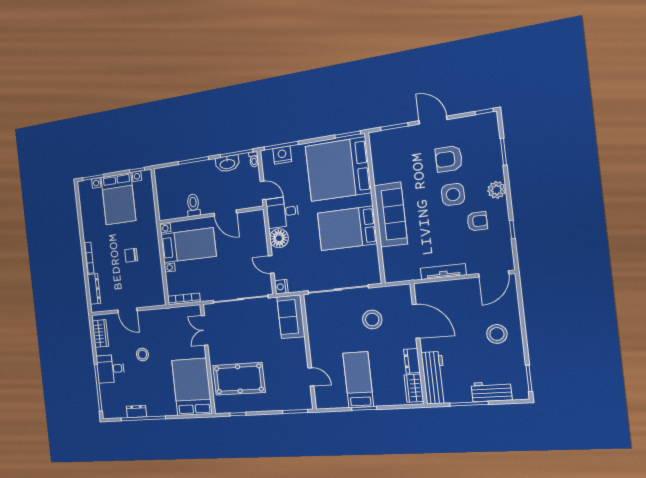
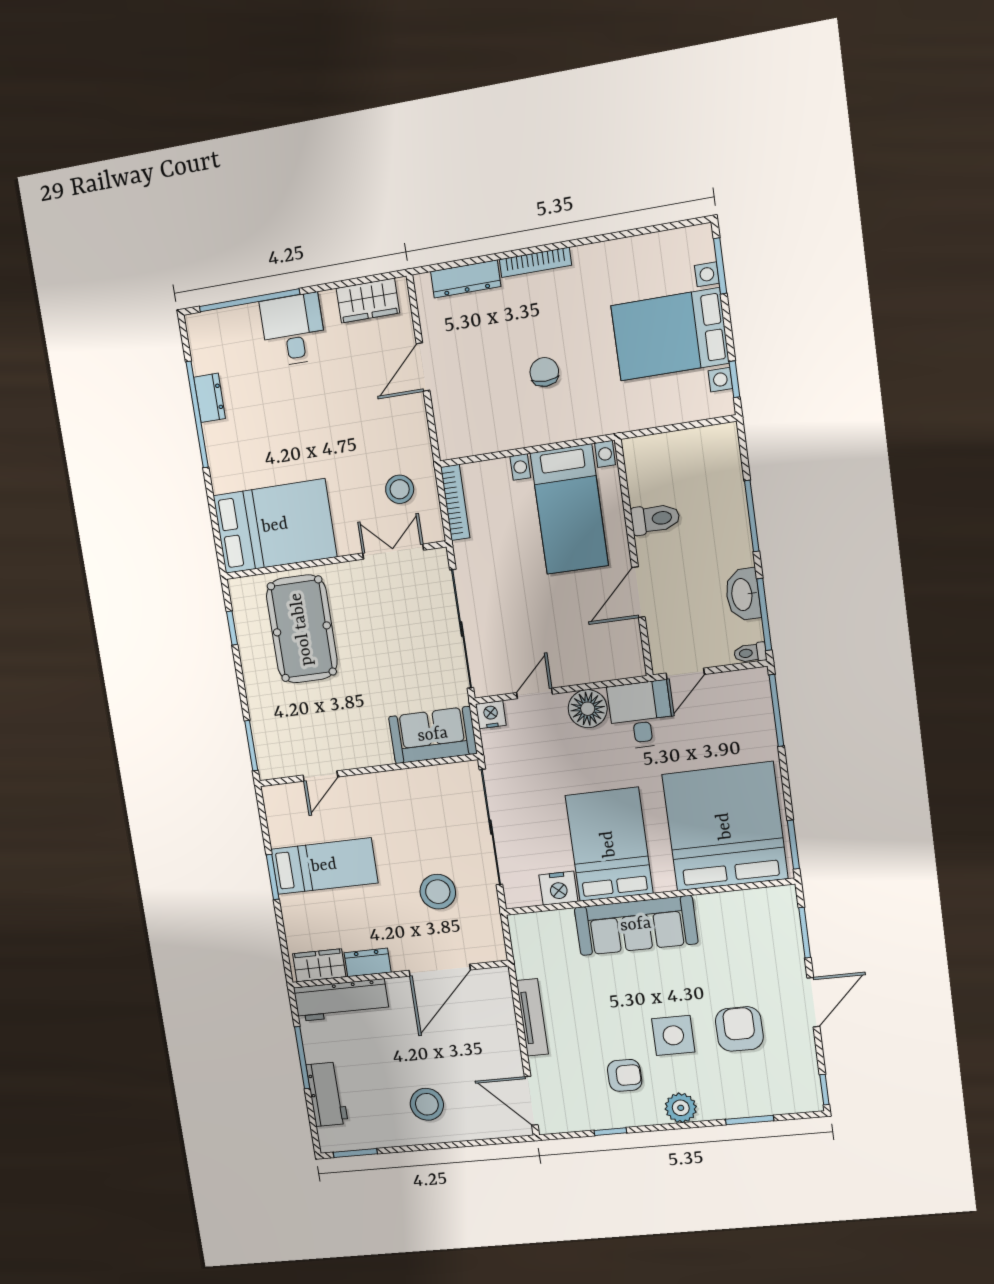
nightstand: (282, 155) -> (558, 888), moved, turned 90
armchair: (477, 221) -> (625, 1075), turned -90
stool: (142, 355) -> (400, 489), moved

